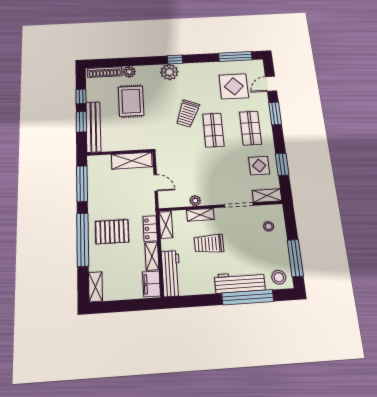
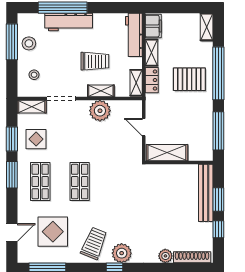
rug: (131, 101) -> (165, 220), removed
window: (275, 113) -> (12, 175), moved
trolley: (188, 114) -> (94, 243), moved
plant: (195, 201) -> (100, 111), width x1.88, depth x1.88
stool: (279, 277) -> (29, 43), moved

